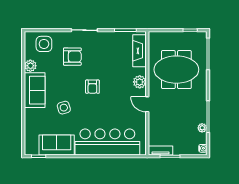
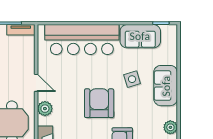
armchair: (92, 87) -> (99, 103), width x1.88, depth x1.88
sofa: (35, 90) -> (166, 86), moved

